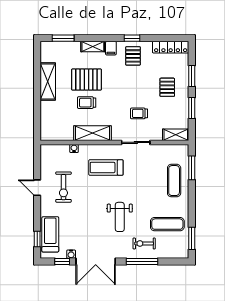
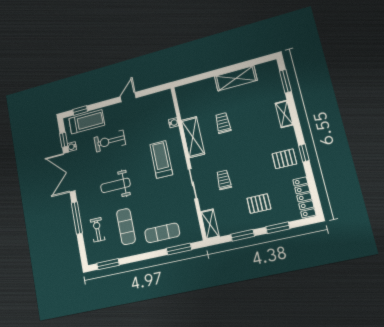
filing cabinet: (111, 48) -> (287, 133), removed
pallet: (86, 80) -> (247, 117), removed
exercise bike: (63, 187) -> (110, 141), moved
exercise mat: (167, 224) -> (126, 227), moved
exercise bike: (144, 243) -> (97, 230), moved

